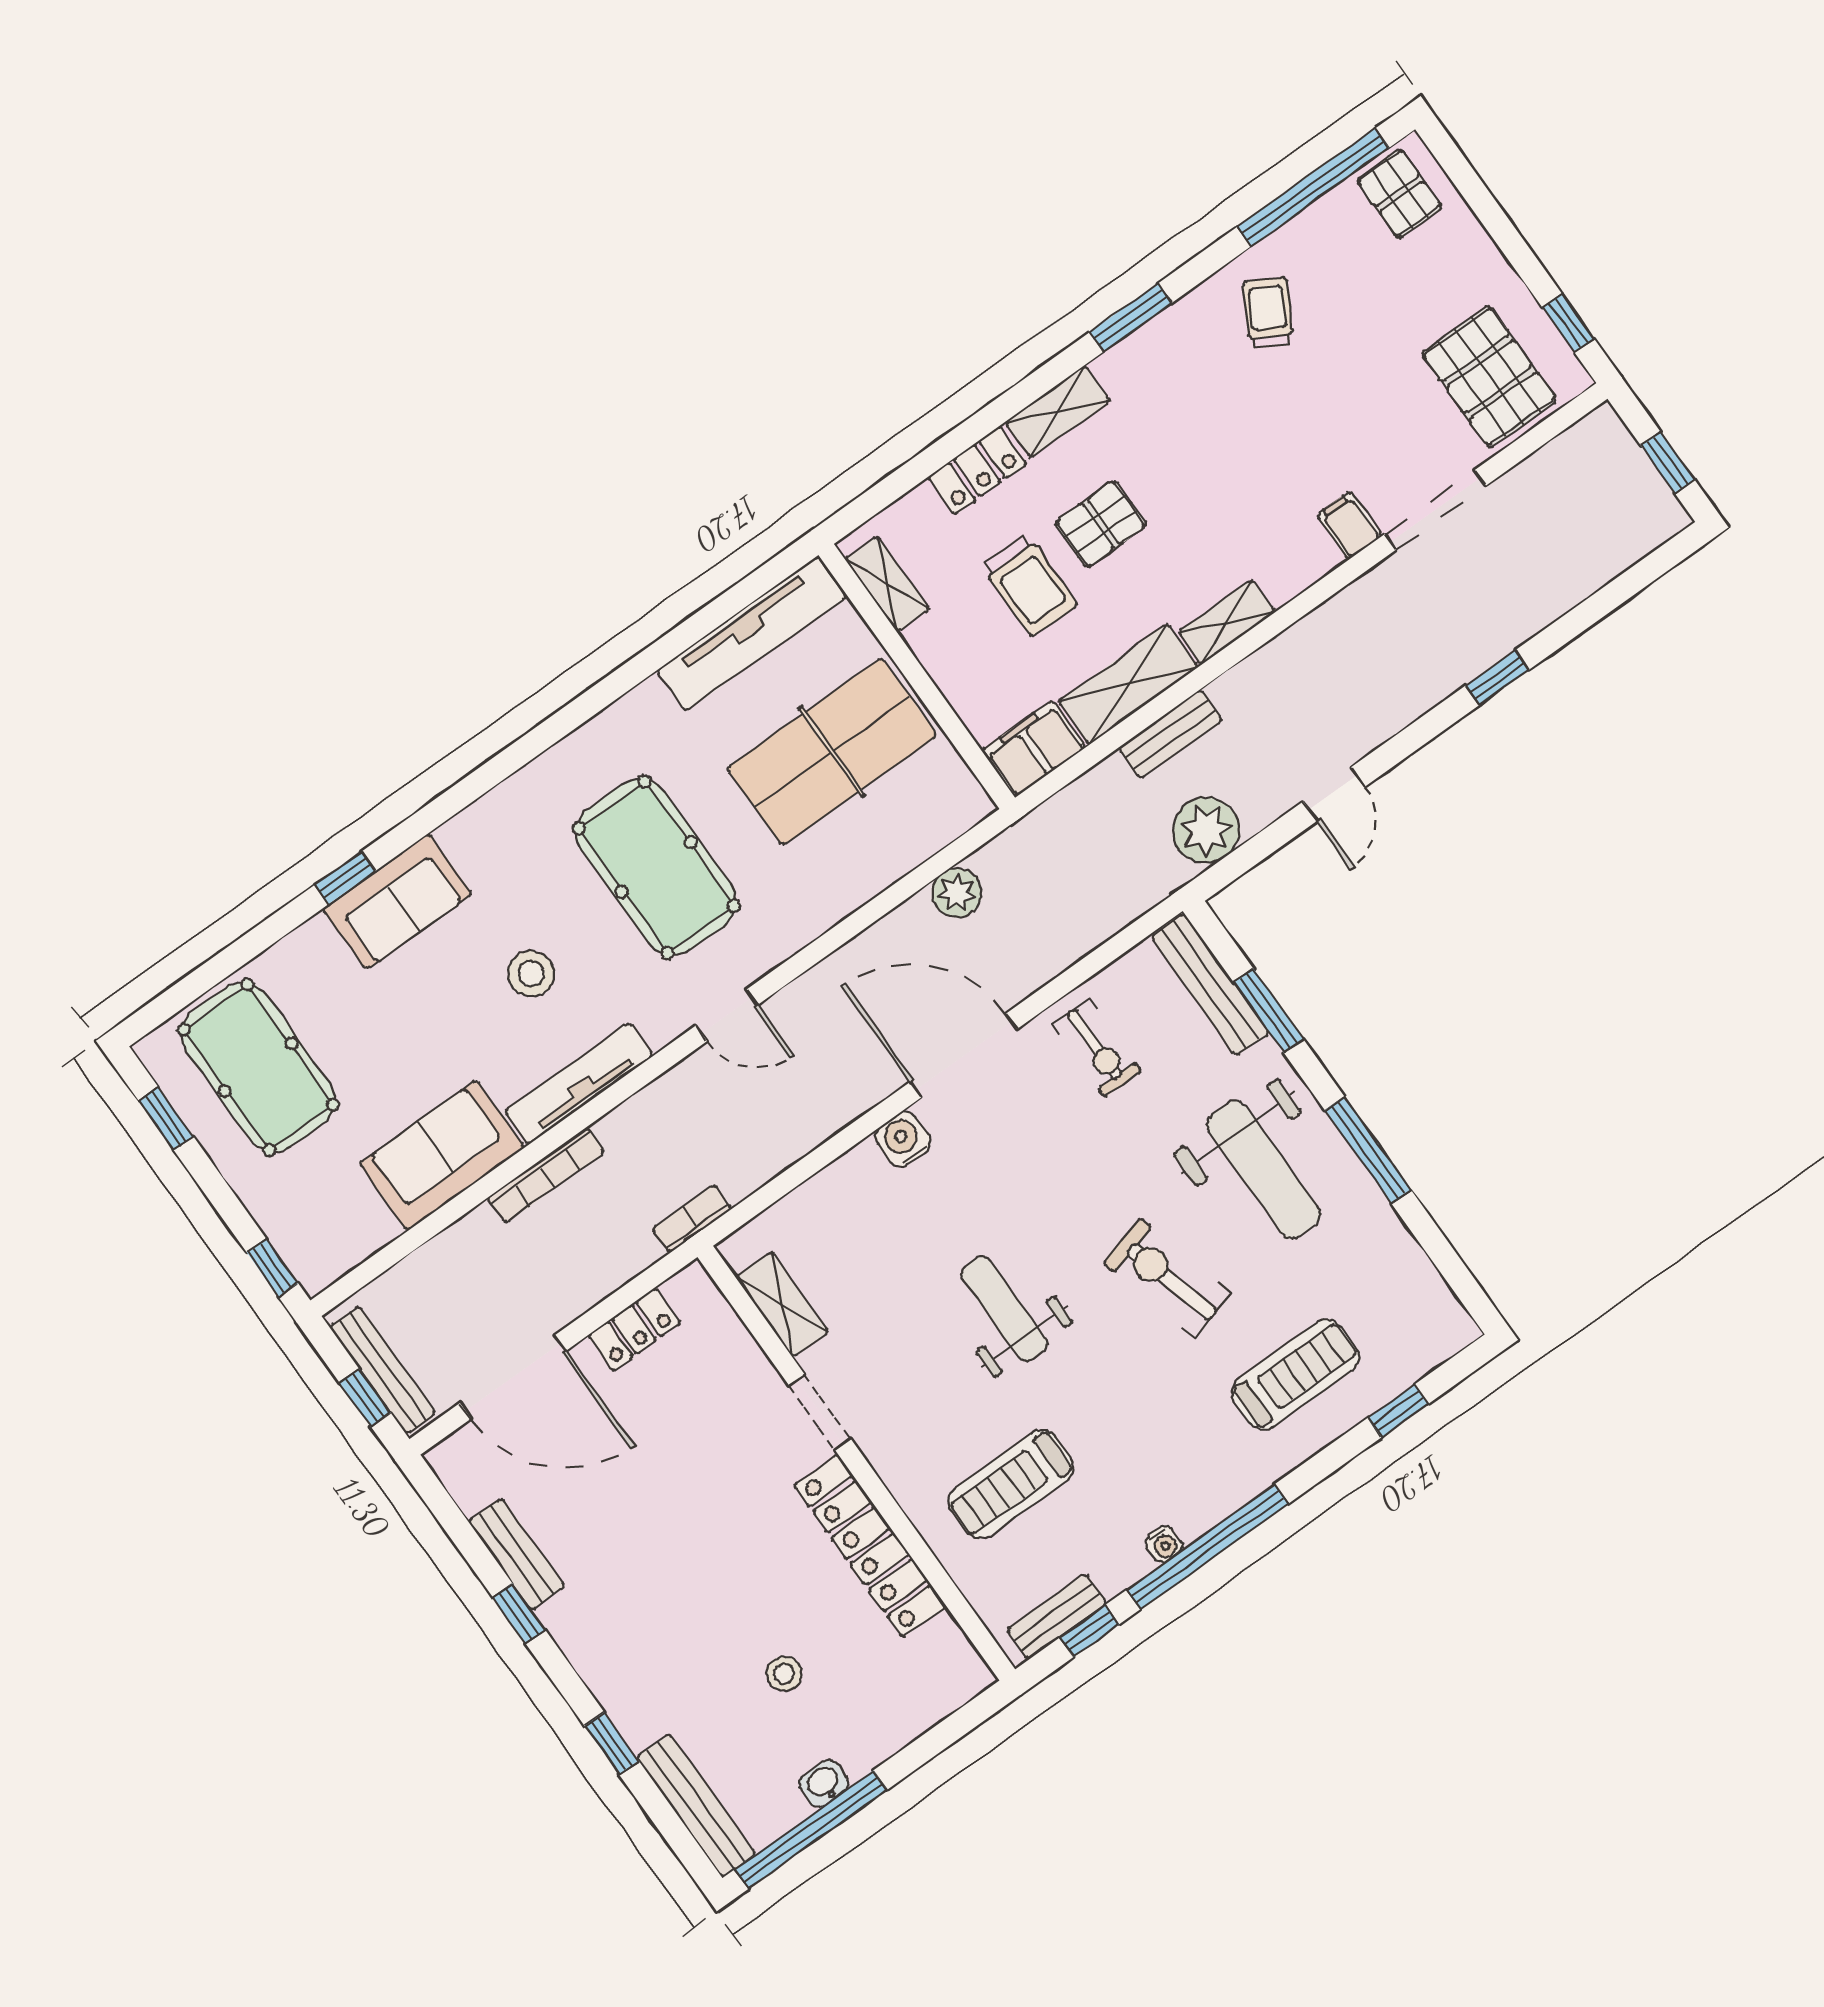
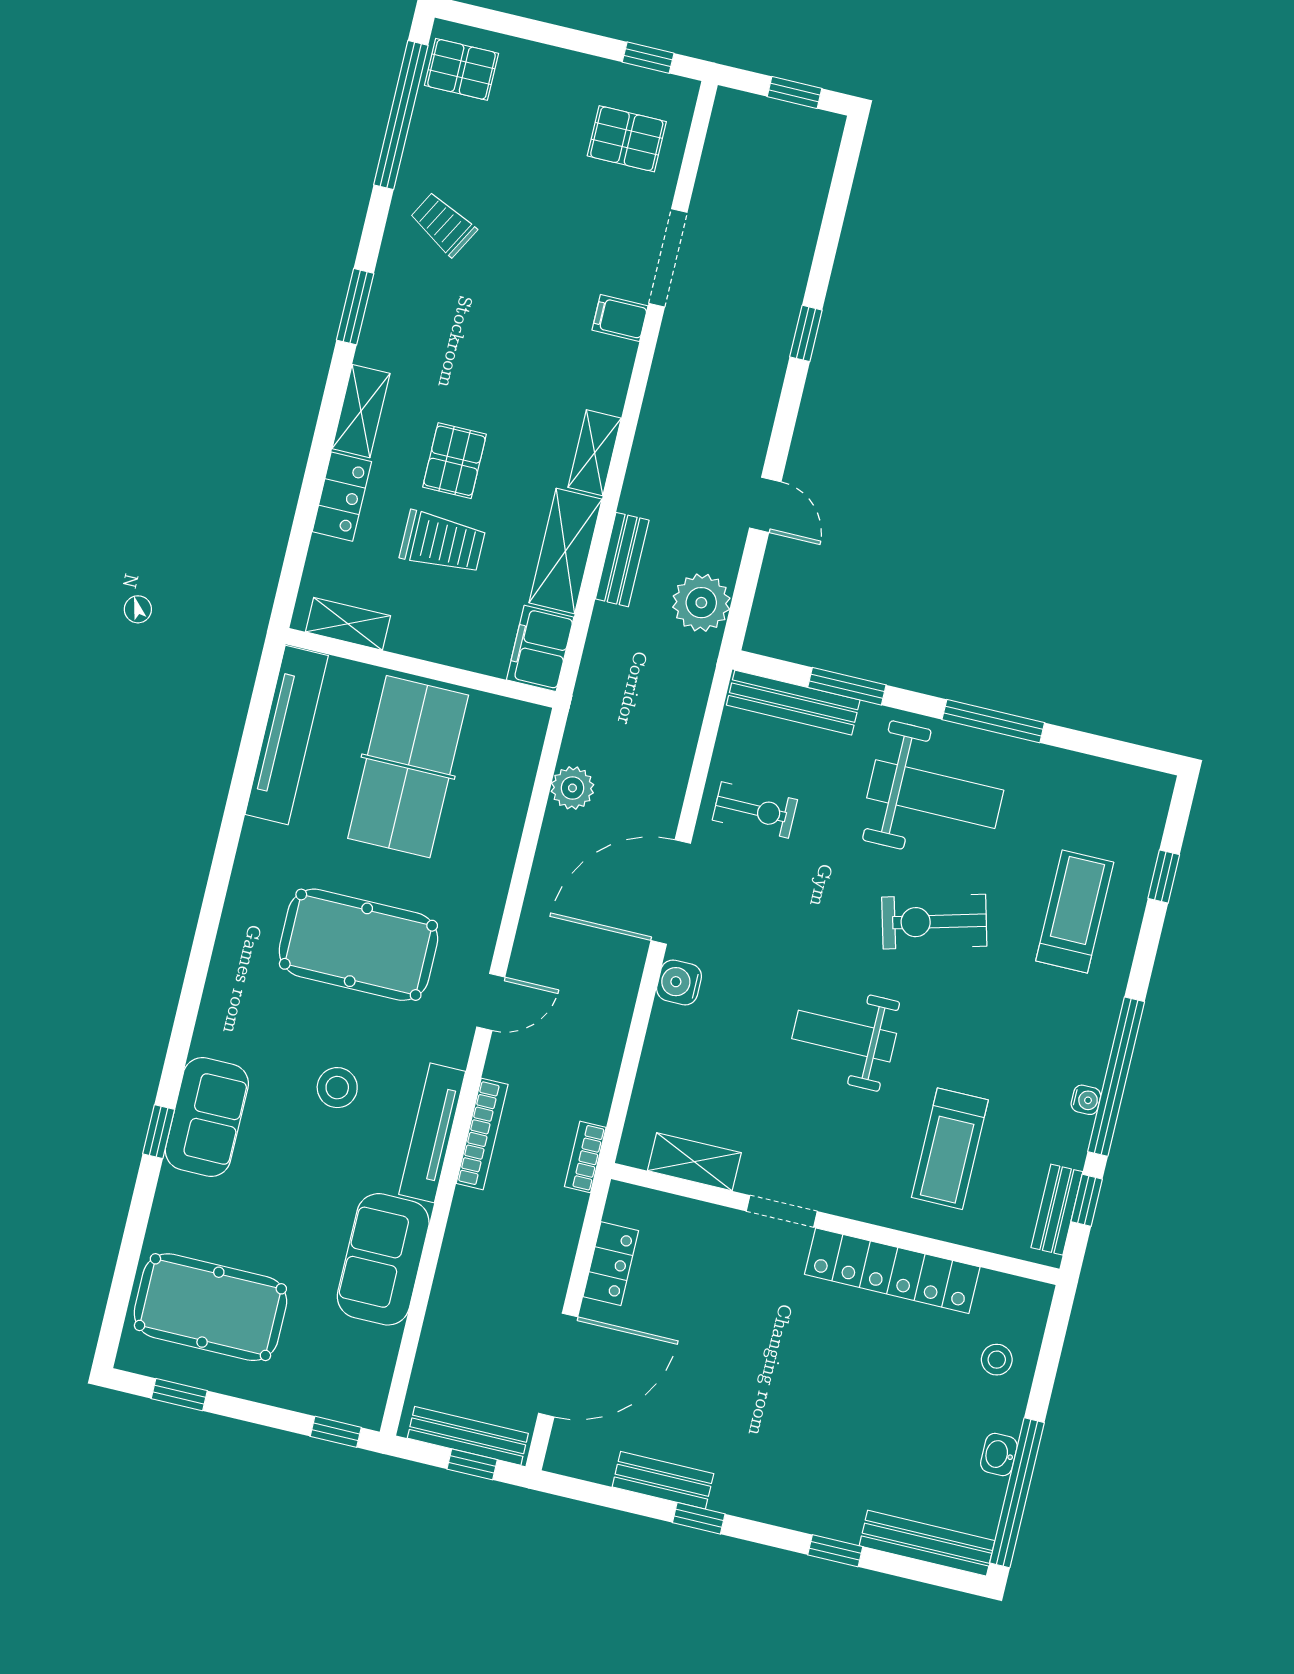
pallet: (1489, 377) -> (627, 139), width x0.67, depth x0.71
bookcase: (546, 1175) -> (482, 1134), moved
stool: (784, 1674) -> (997, 1360), moved

